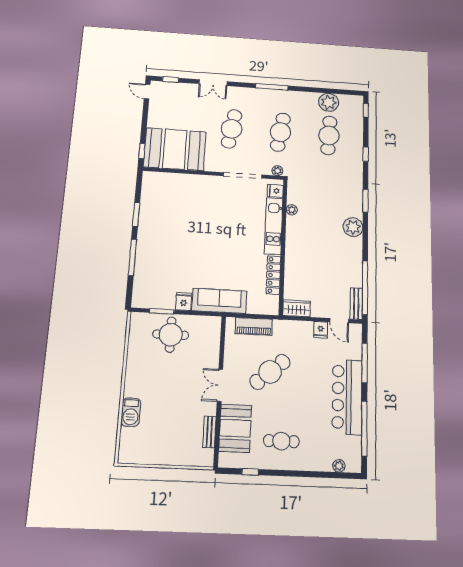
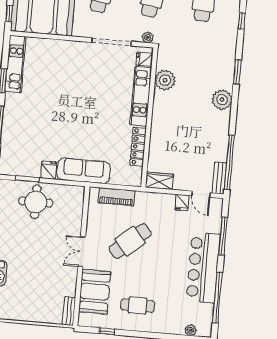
kitchen unit: (148, 198) -> (15, 64), added
plant: (292, 210) -> (165, 80), width x1.87, depth x1.87
bench: (209, 432) -> (69, 311), moved

